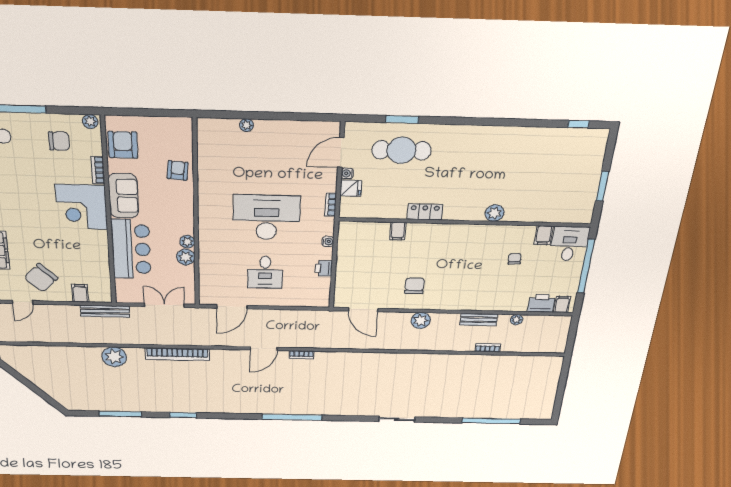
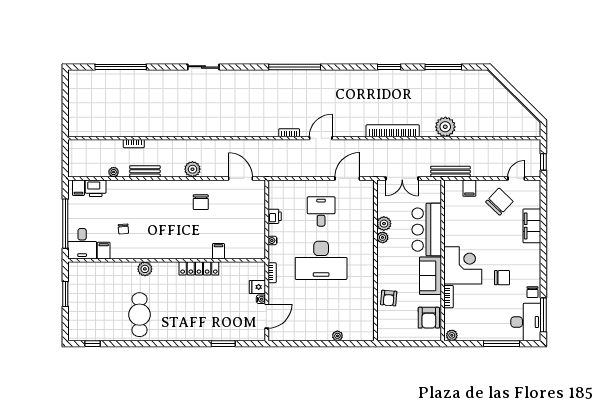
chair: (59, 141) -> (502, 278), moved, turned 180
cafe table: (402, 150) -> (140, 315), moved, turned 90
locker: (425, 212) -> (199, 268), width x1.53

